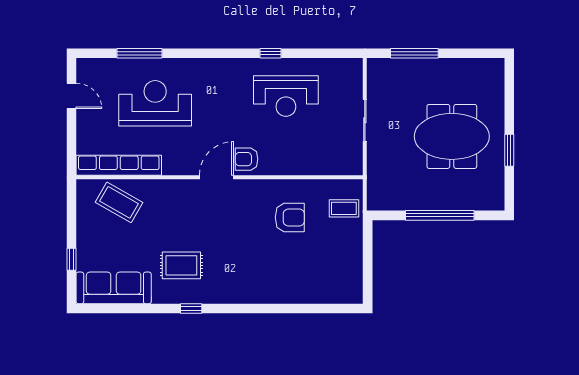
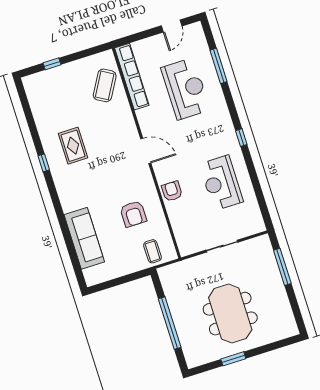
window: (271, 53) -> (241, 138), moved
armchair: (247, 159) -> (172, 191), moved
sofa: (114, 288) -> (84, 238), moved

